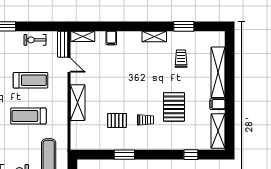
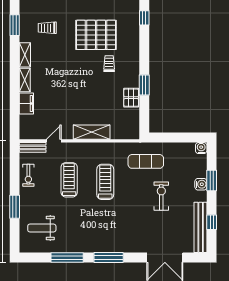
shelving: (83, 36) -> (25, 80), moved
filing cabinet: (111, 38) -> (26, 103), width x2.00
pallet: (174, 107) -> (96, 35), width x1.37, depth x1.41
treadmill: (28, 116) -> (105, 182), turned 180
pallet: (117, 120) -> (131, 98), moved

